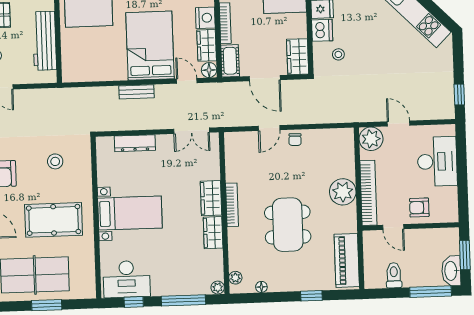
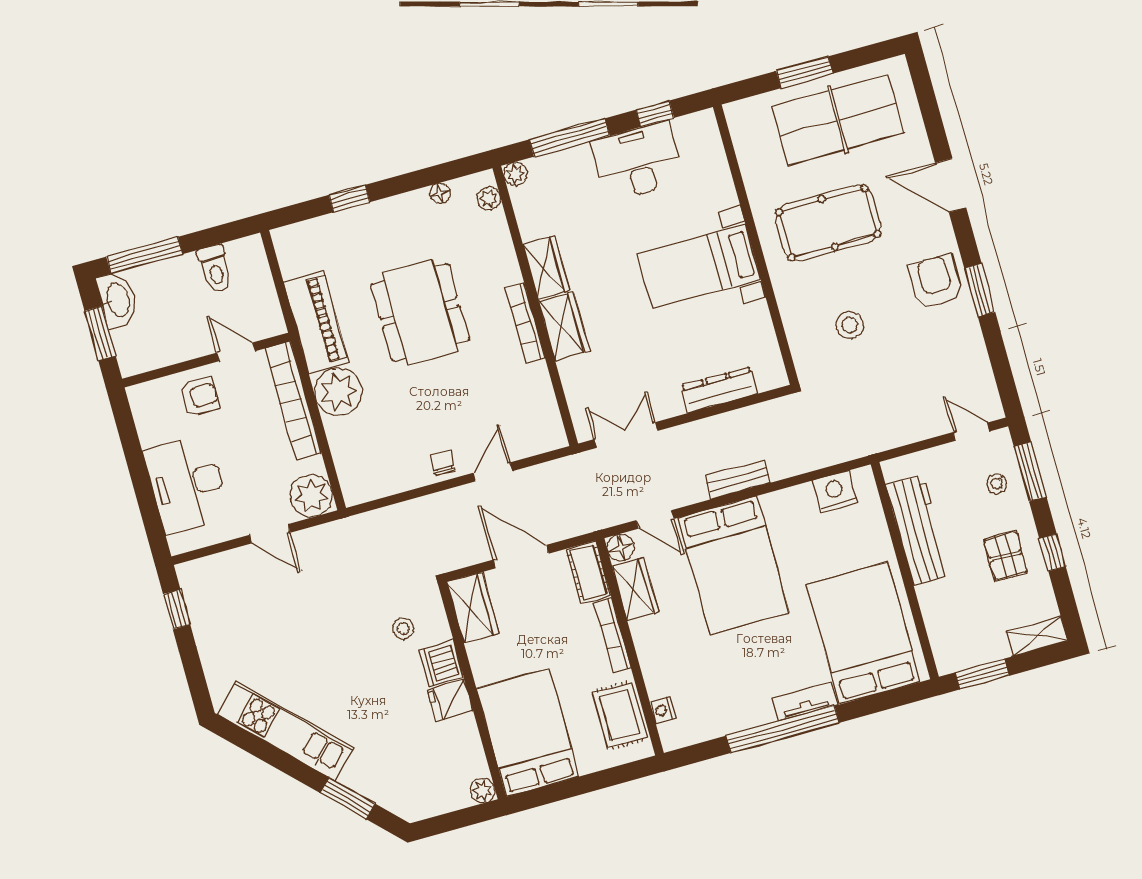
nightstand: (205, 18) -> (835, 492), moved, turned 90
piano: (347, 260) -> (316, 322), moved
desk: (127, 279) -> (638, 161), moved

